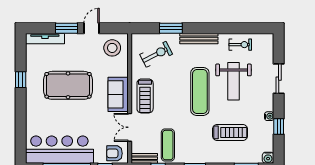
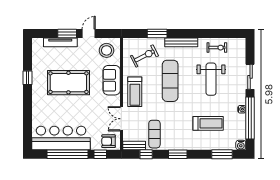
tv unit: (45, 39) -> (60, 42), moved
exercise mat: (200, 91) -> (170, 81), moved
sofa: (118, 94) -> (112, 80), moved
window: (279, 126) -> (250, 118), width x3.17

